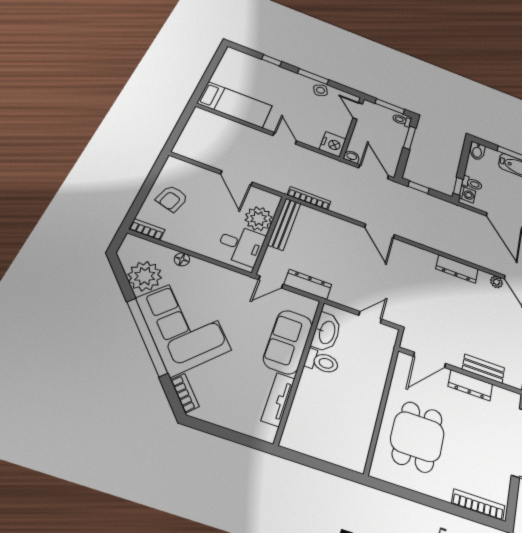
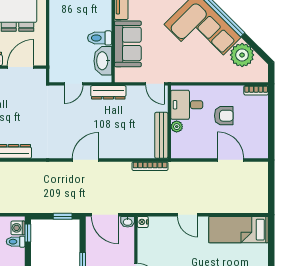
nightstand: (333, 144) -> (143, 222), width x0.53, depth x0.56
door: (236, 178) -> (231, 160), moved
armchair: (172, 199) -> (224, 116), moved, turned 74
plant: (259, 219) -> (177, 127), width x0.53, depth x0.53
door: (380, 231) -> (85, 160), hinge flipped
floor lamp: (182, 259) -> (223, 77), removed
door: (271, 282) -> (155, 84), swing flipped
dresser: (308, 284) -> (108, 92), moved

